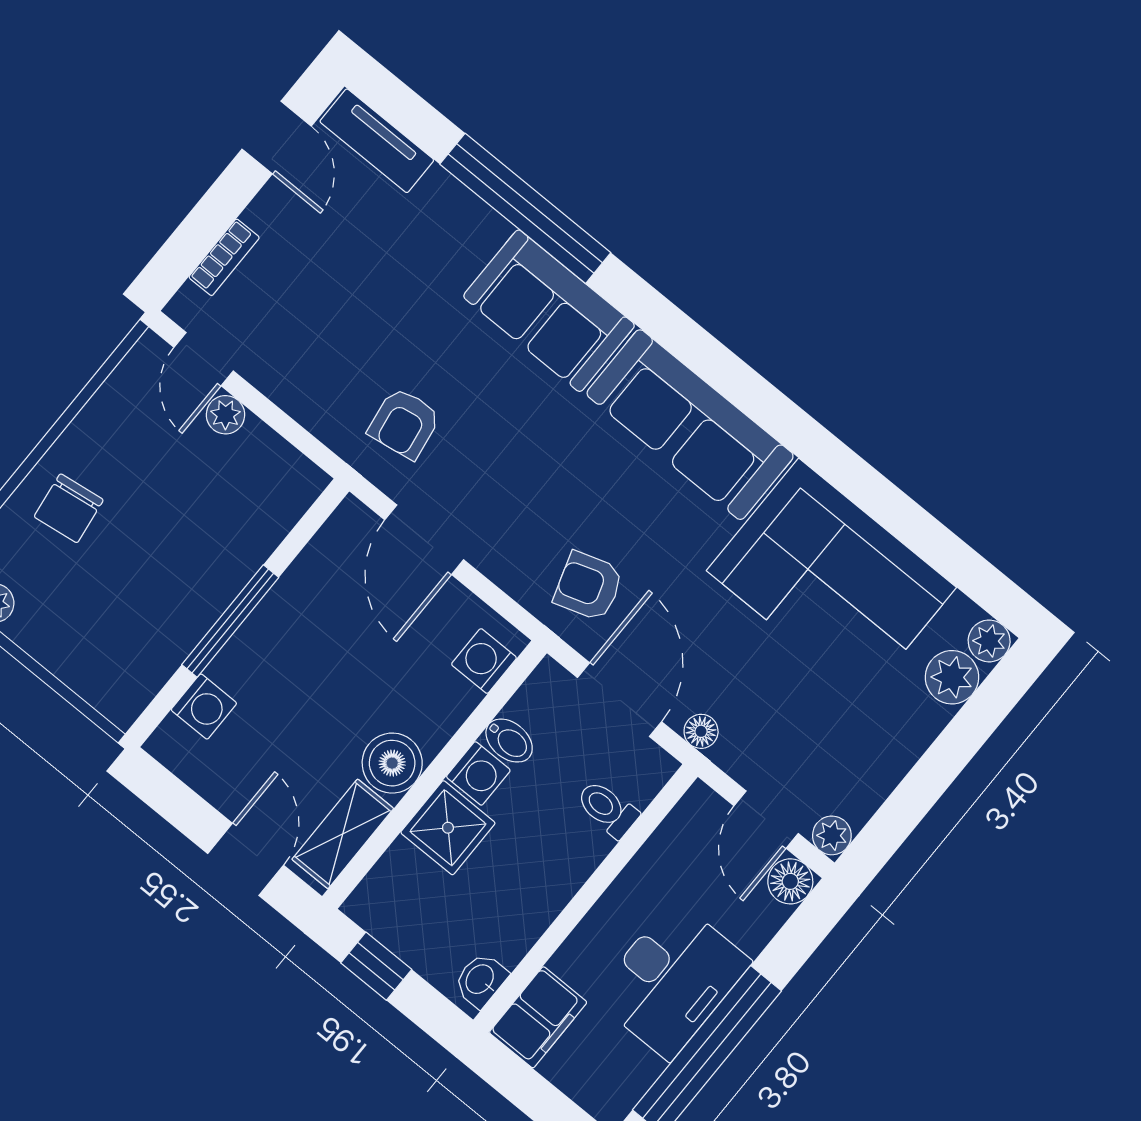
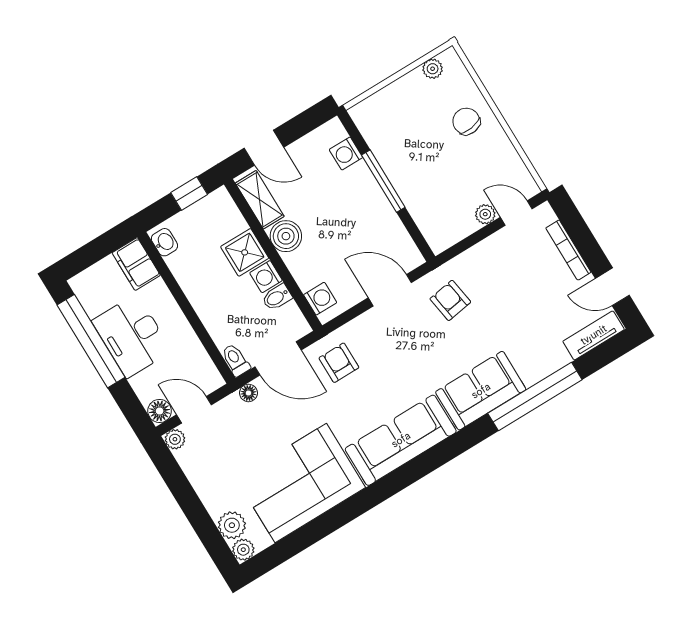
bookcase: (224, 257) -> (568, 250), width x1.56
armchair: (589, 586) -> (339, 363), turned -72
toilet: (607, 809) -> (236, 360), moved, turned -90

